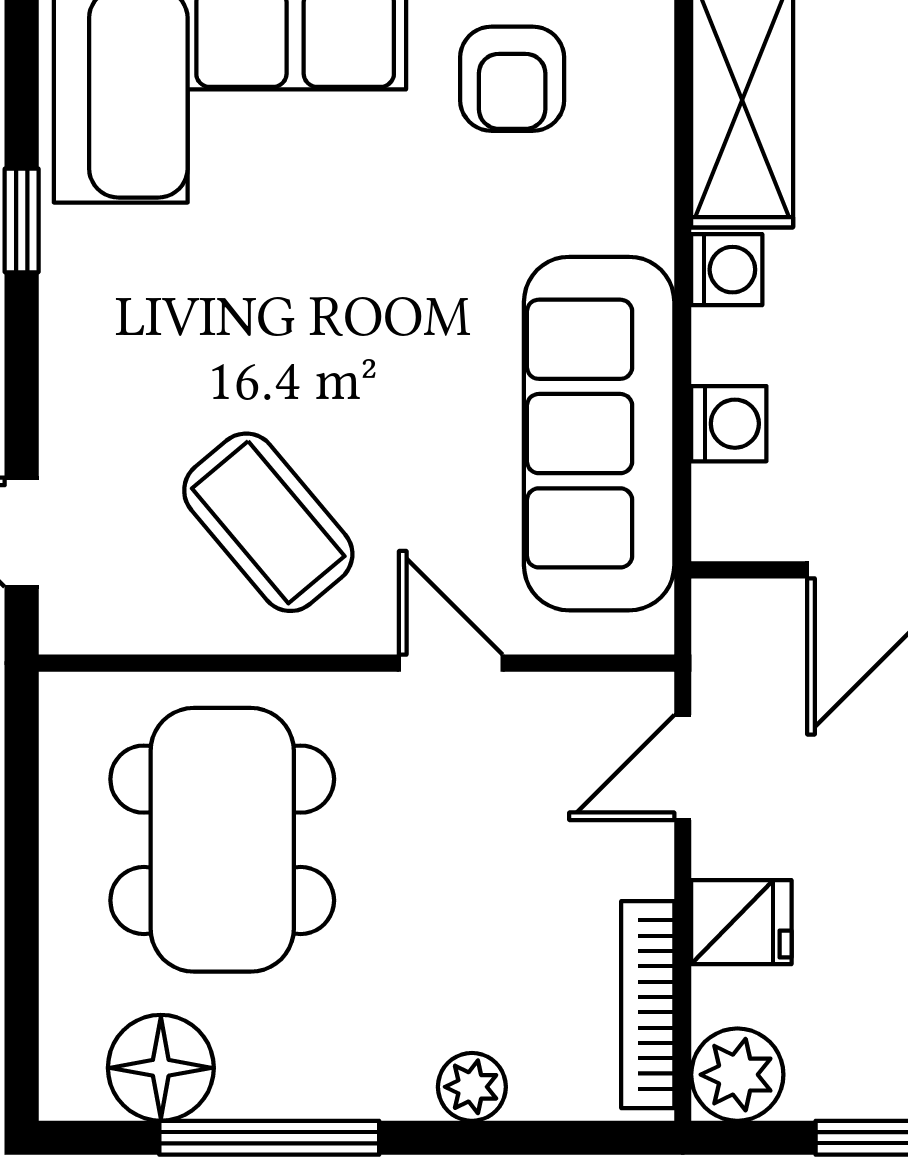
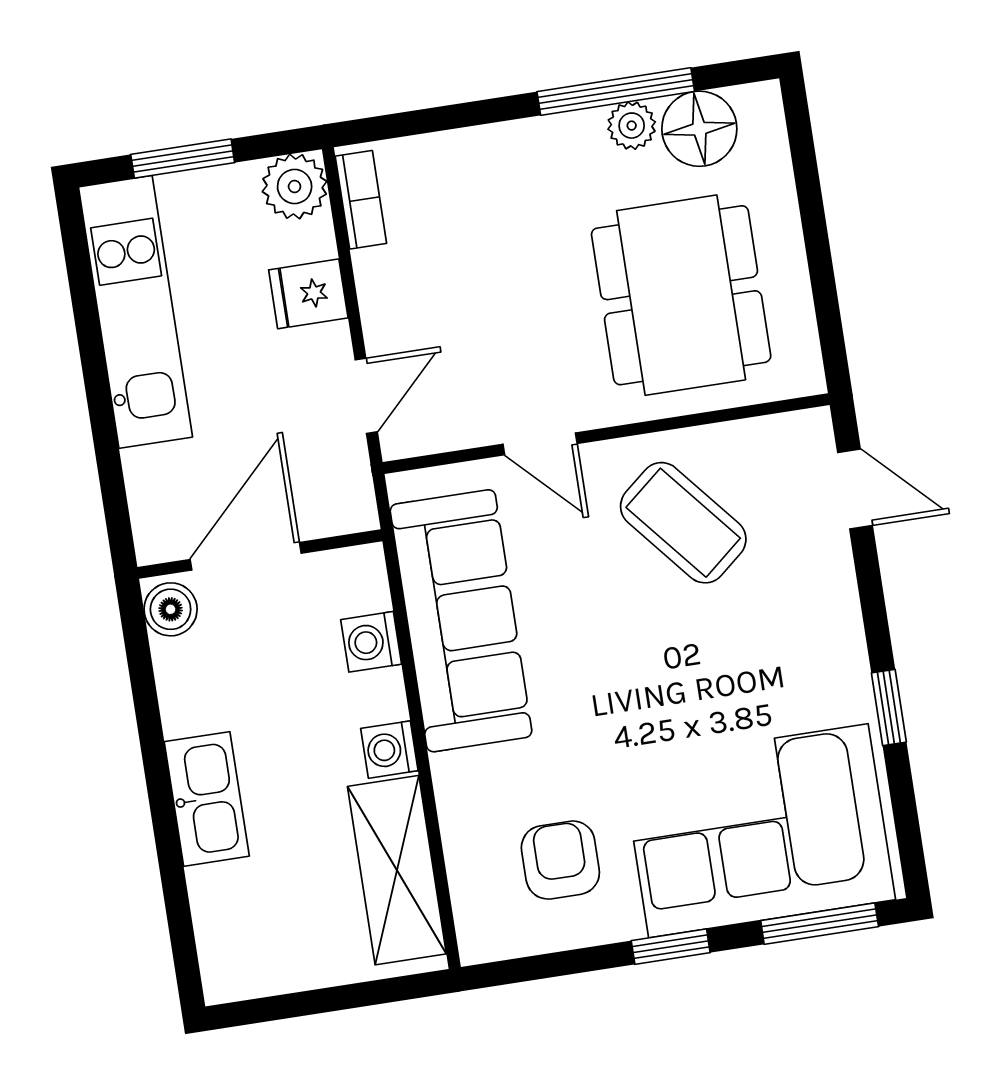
bookcase: (648, 1005) -> (361, 200), width x0.64
plant: (472, 1087) -> (632, 126), moved

